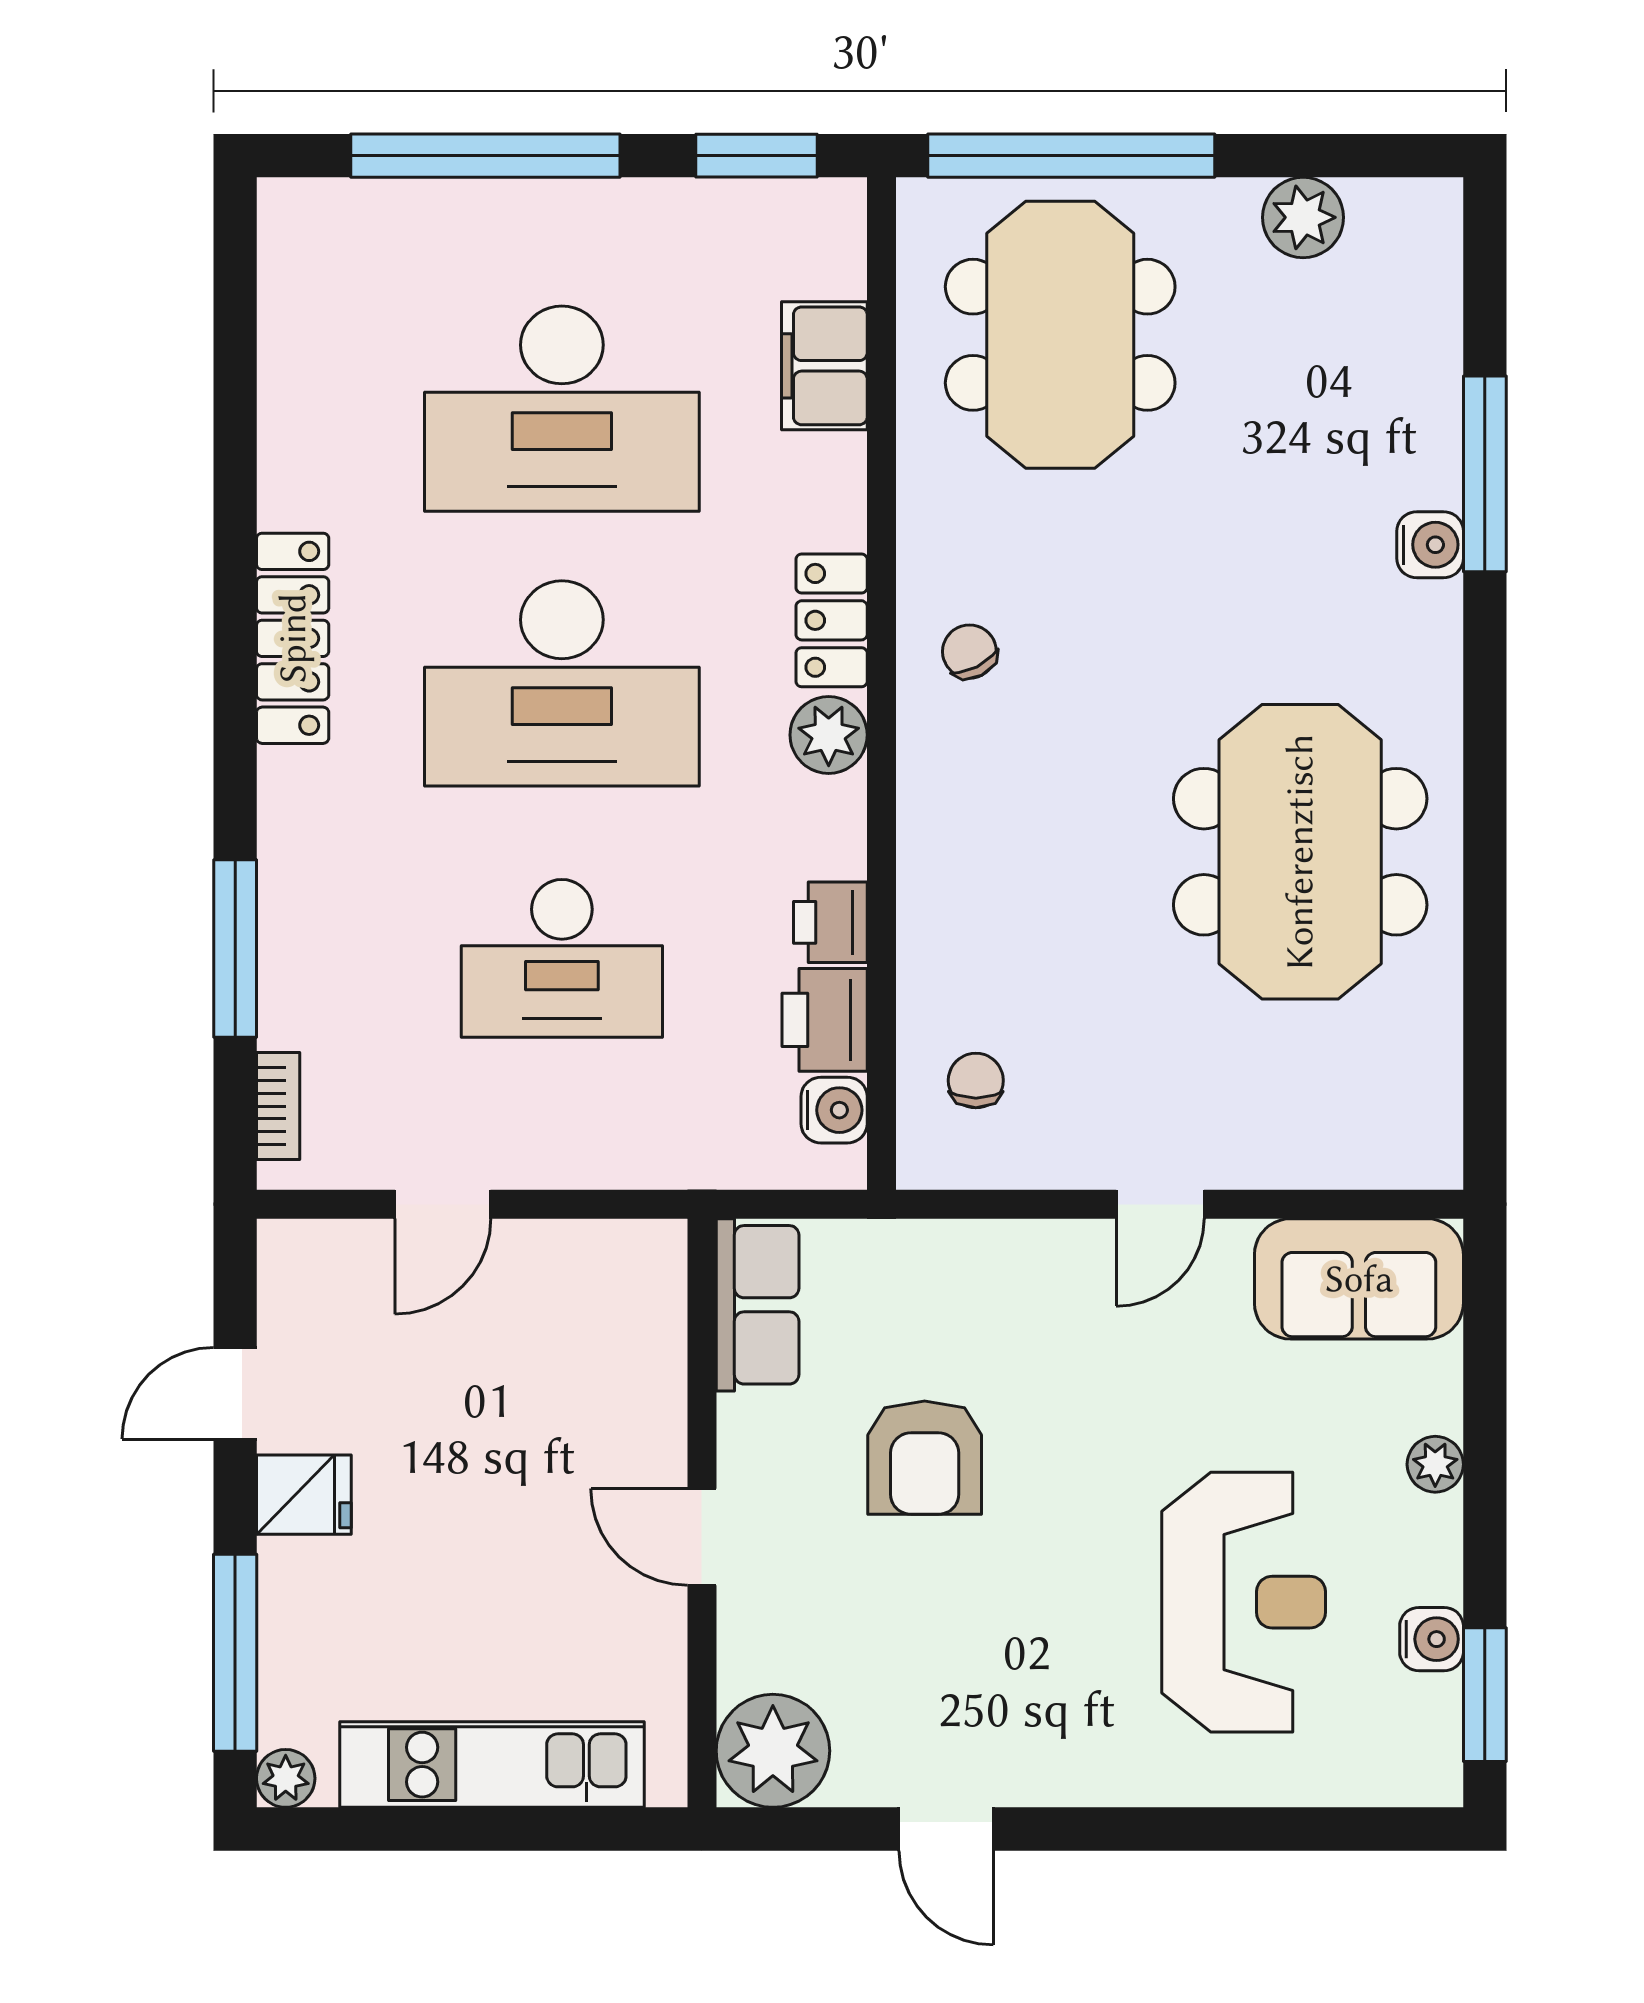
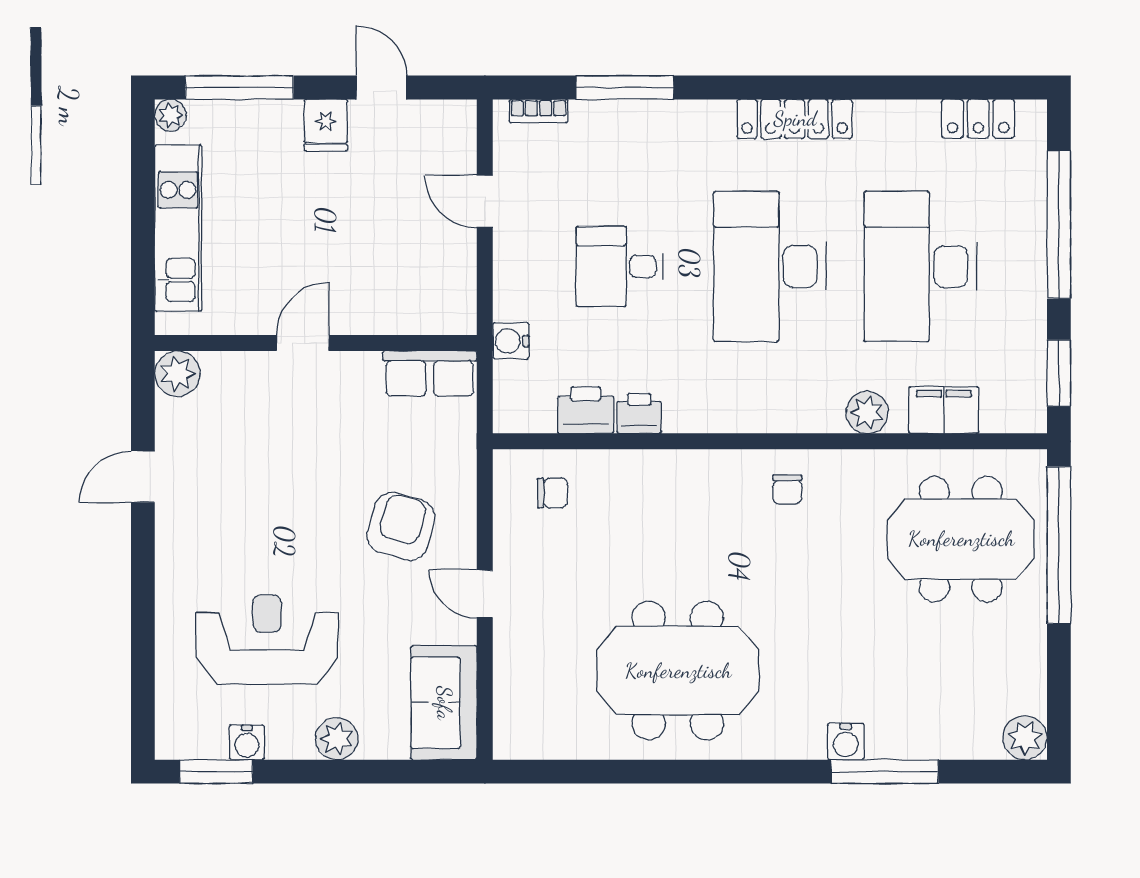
plant: (1303, 217) -> (1025, 738), moved
locker: (832, 620) -> (978, 119), moved, turned 180
chair: (969, 652) -> (787, 489), turned 117
plant: (829, 735) -> (867, 412), moved
desk: (562, 958) -> (619, 266), width x0.73
water cooler: (834, 1110) -> (511, 341), moved, turned 90
armchair: (925, 1458) -> (401, 527), moved, turned 106
plant: (1435, 1464) -> (337, 739), width x1.38, depth x1.38
reception desk: (1244, 1602) -> (267, 640), turned 180
plant: (773, 1751) -> (177, 374), width x0.73, depth x0.73

